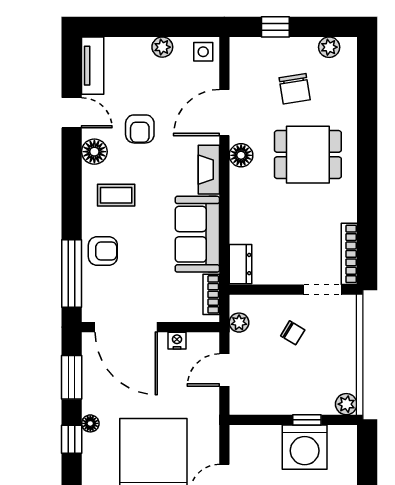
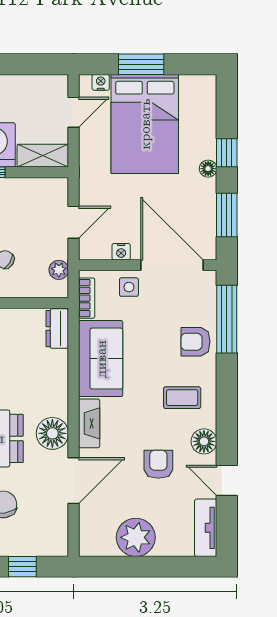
plant: (162, 47) -> (136, 537), width x1.88, depth x1.88
side table: (203, 52) -> (129, 287), moved
floor lamp: (241, 155) -> (52, 433), width x1.38, depth x1.38
shelving: (255, 436) -> (43, 156), added

